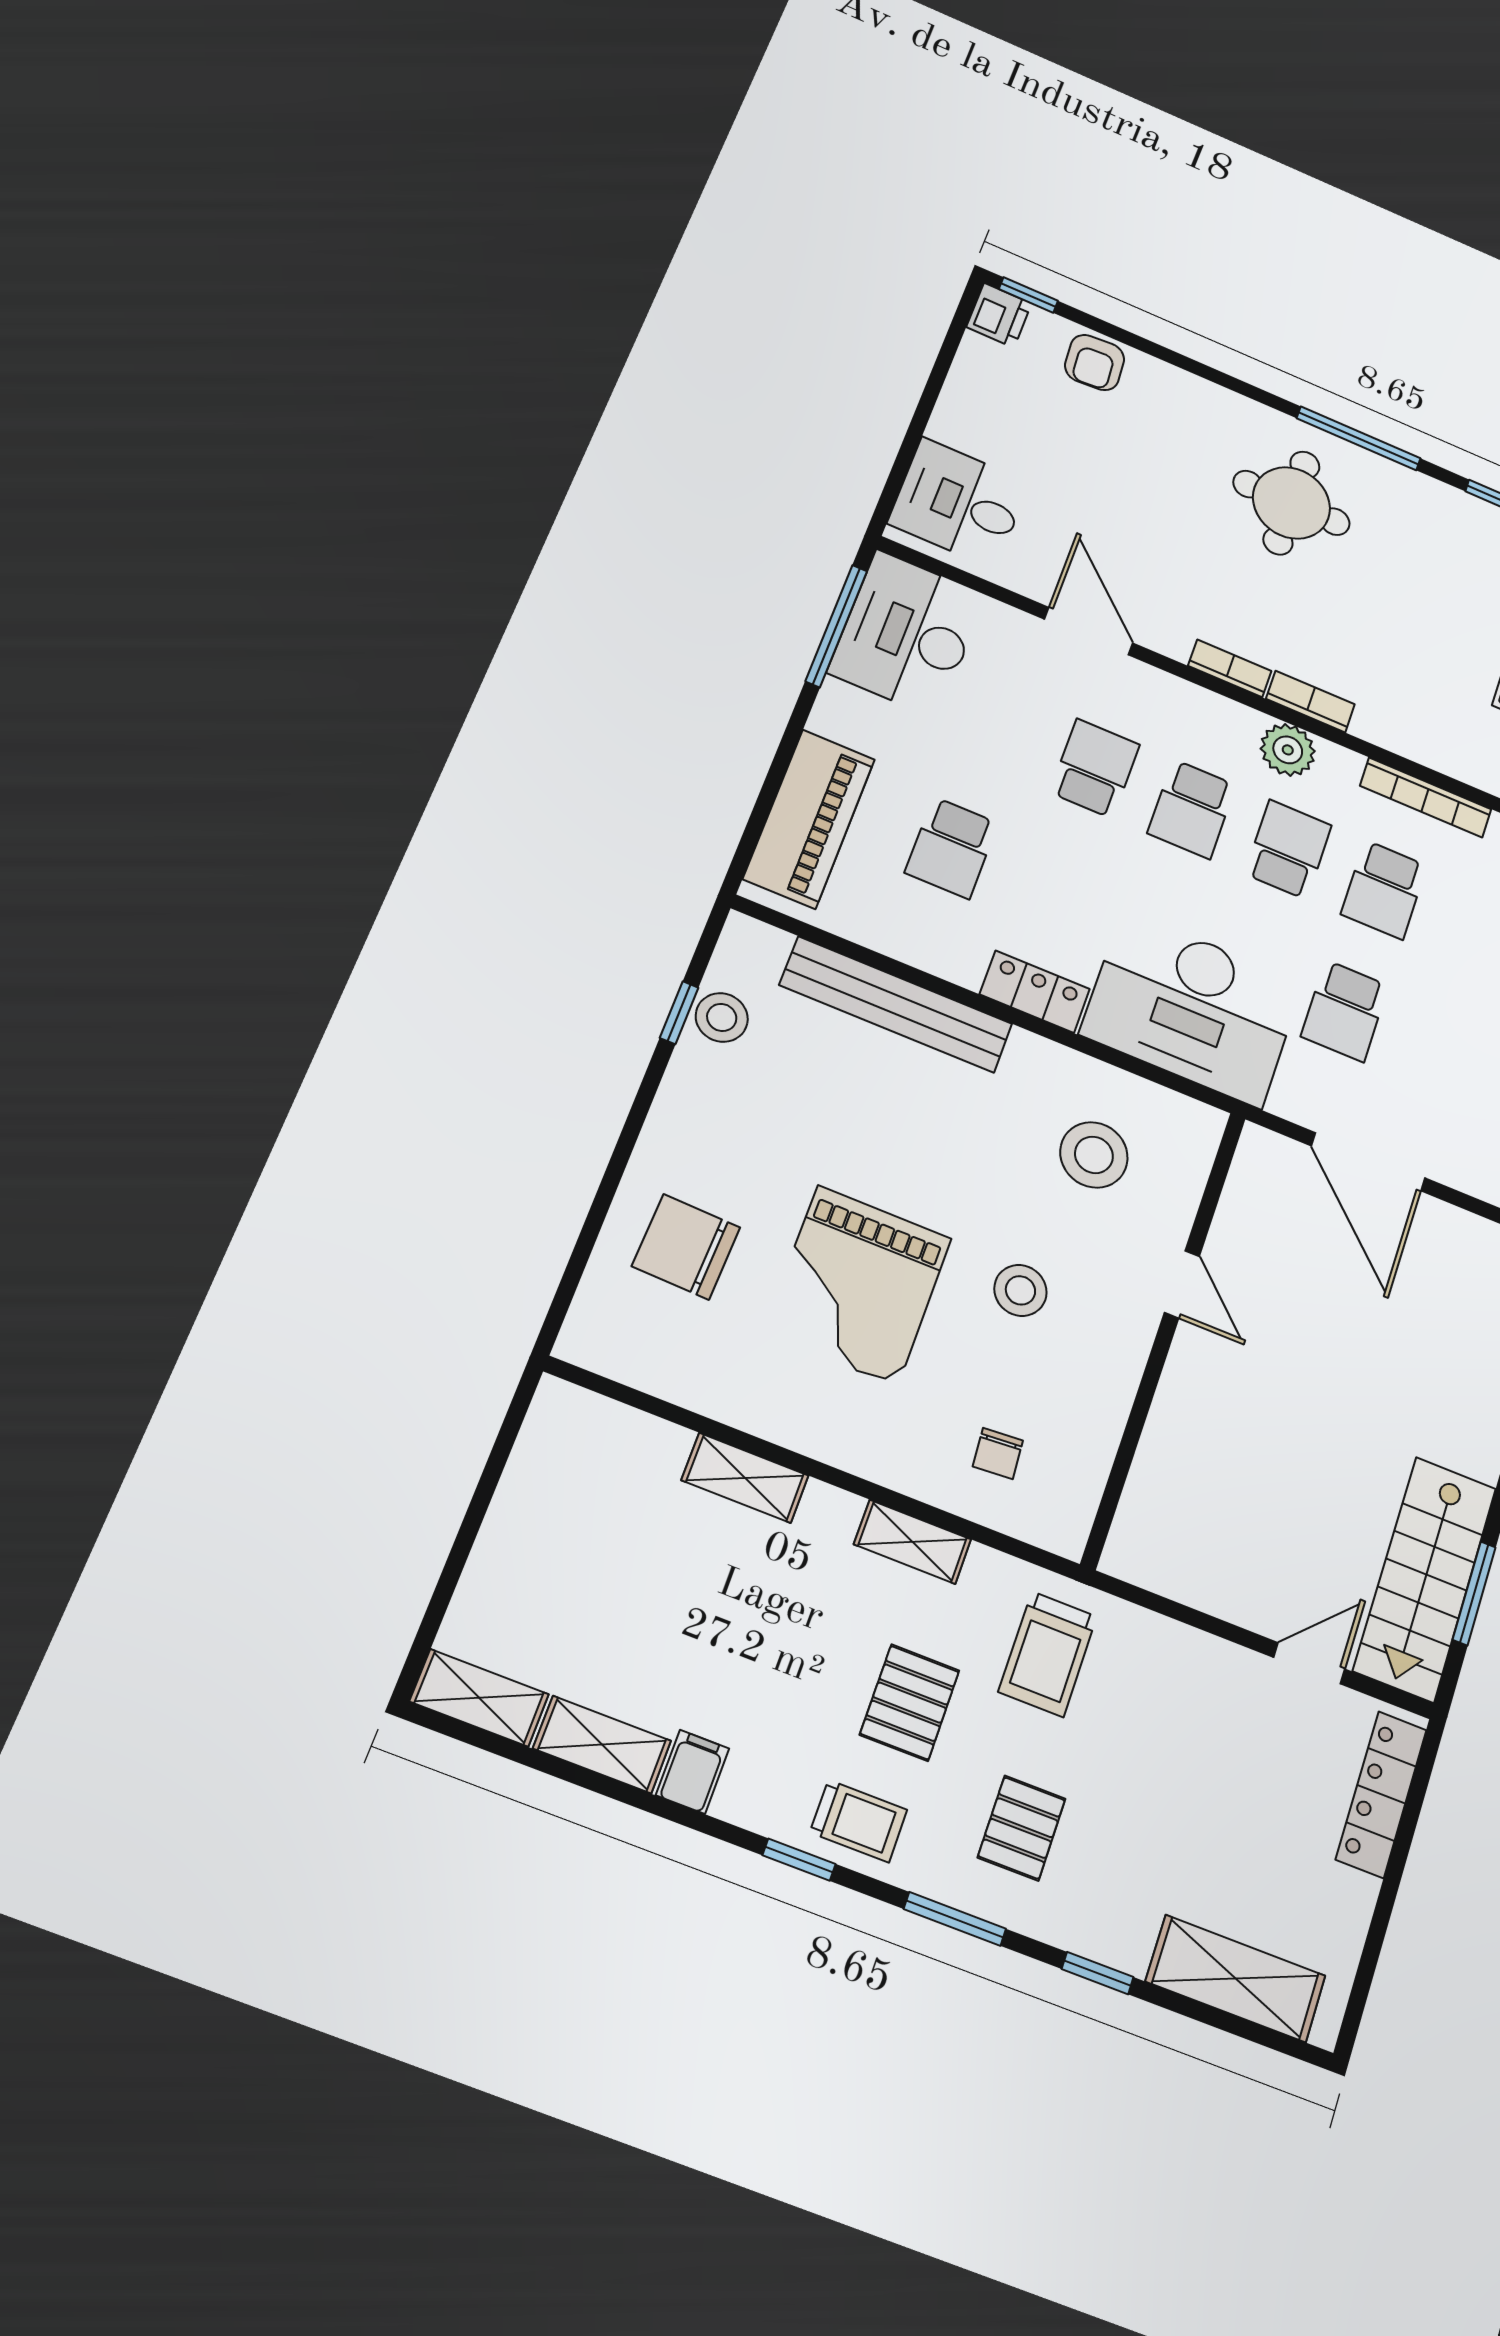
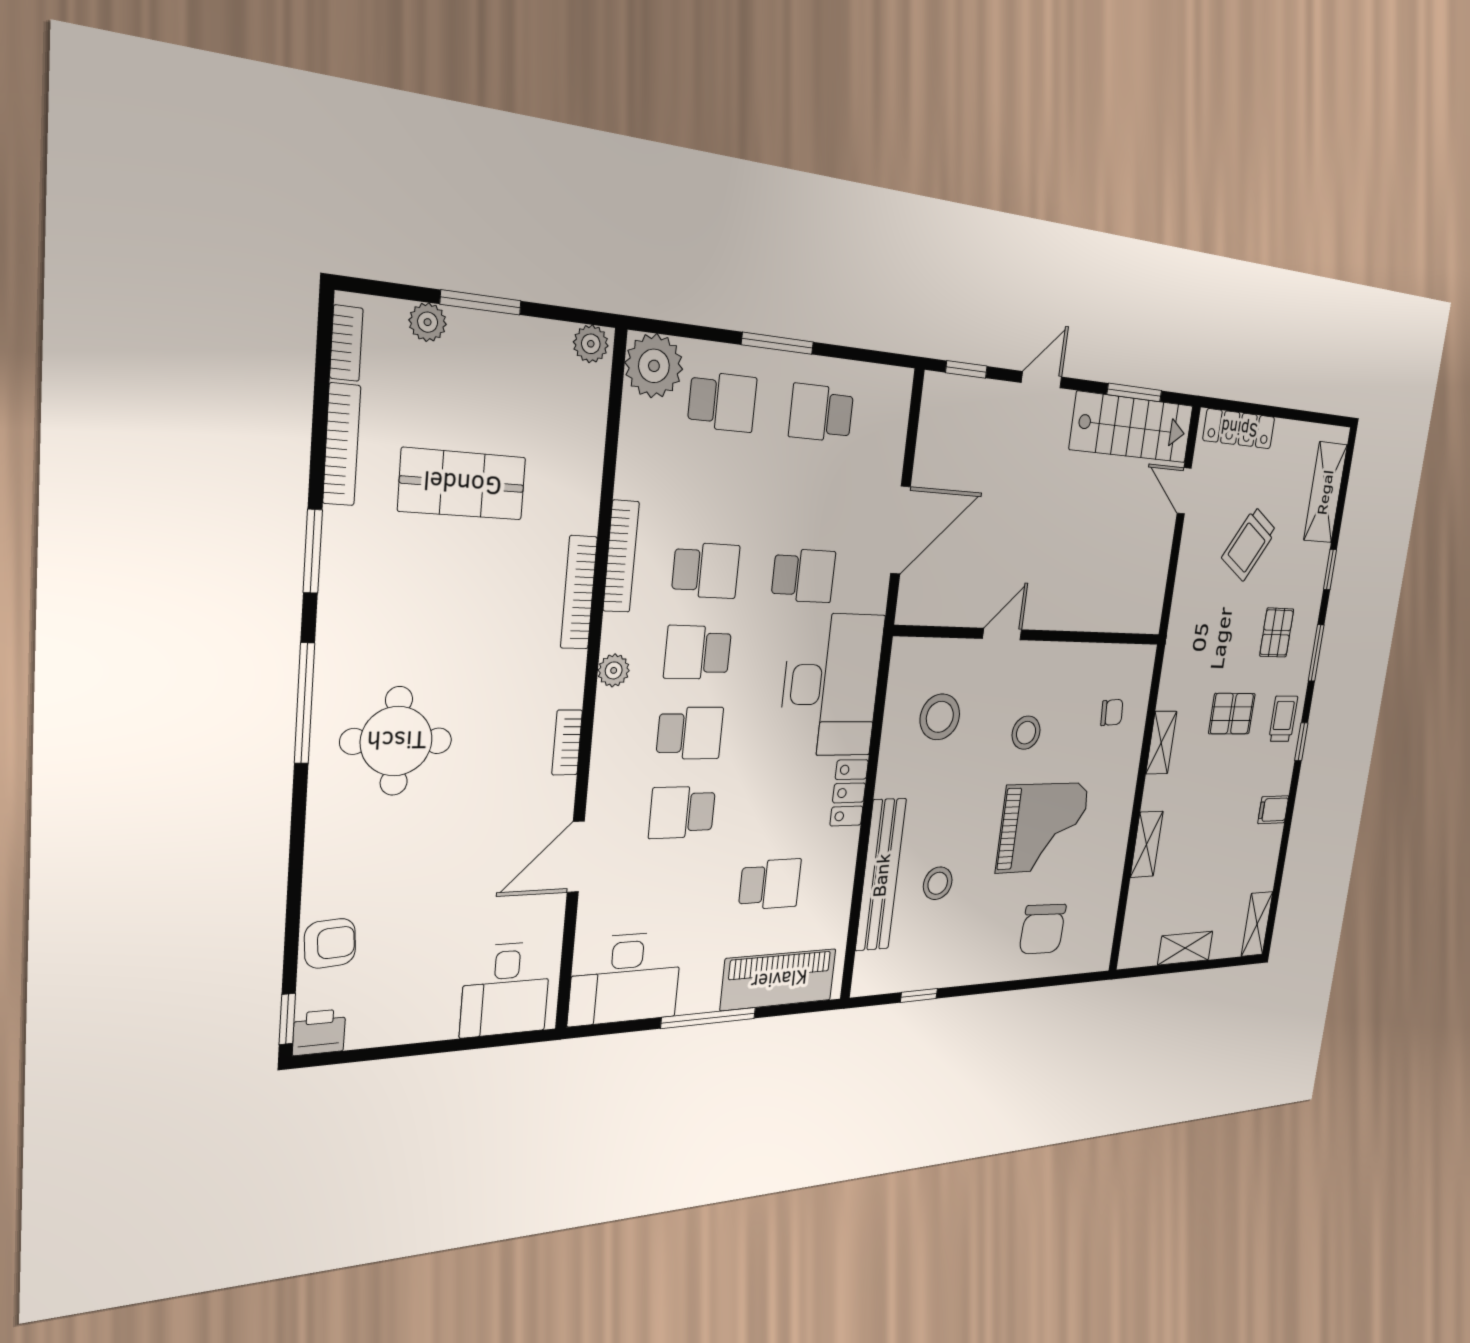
window: (836, 626) -> (709, 1018), moved
bookcase: (1310, 702) -> (579, 593), moved, width x1.56
plant: (1288, 750) -> (614, 670), width x0.73, depth x0.73
stool: (722, 1017) -> (938, 883), moved
trolley: (1048, 1654) -> (1249, 544), moved, turned 123
shelving: (602, 1745) -> (1185, 948), moved, turned 90
pallet: (1022, 1828) -> (1277, 633), turned 90

